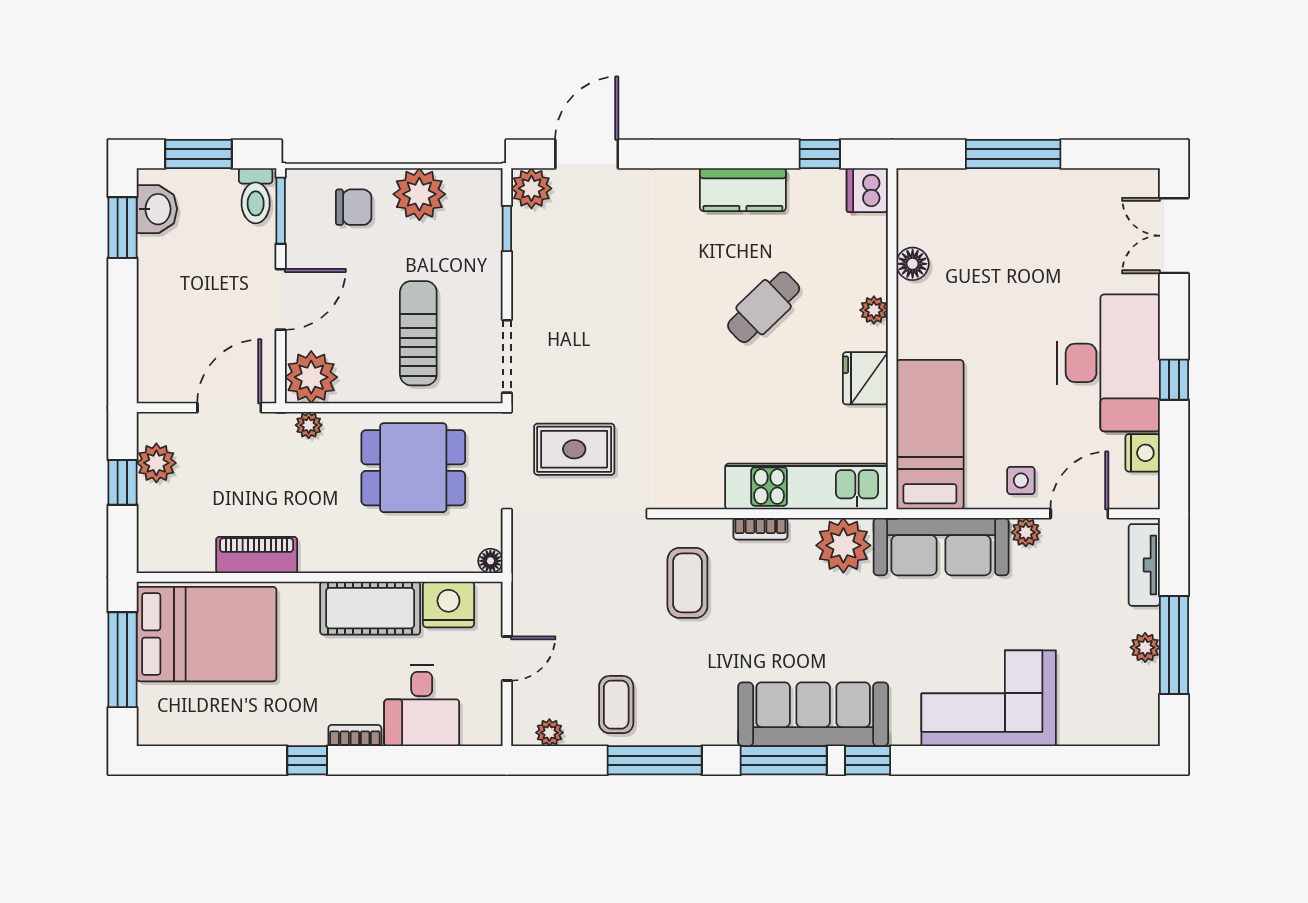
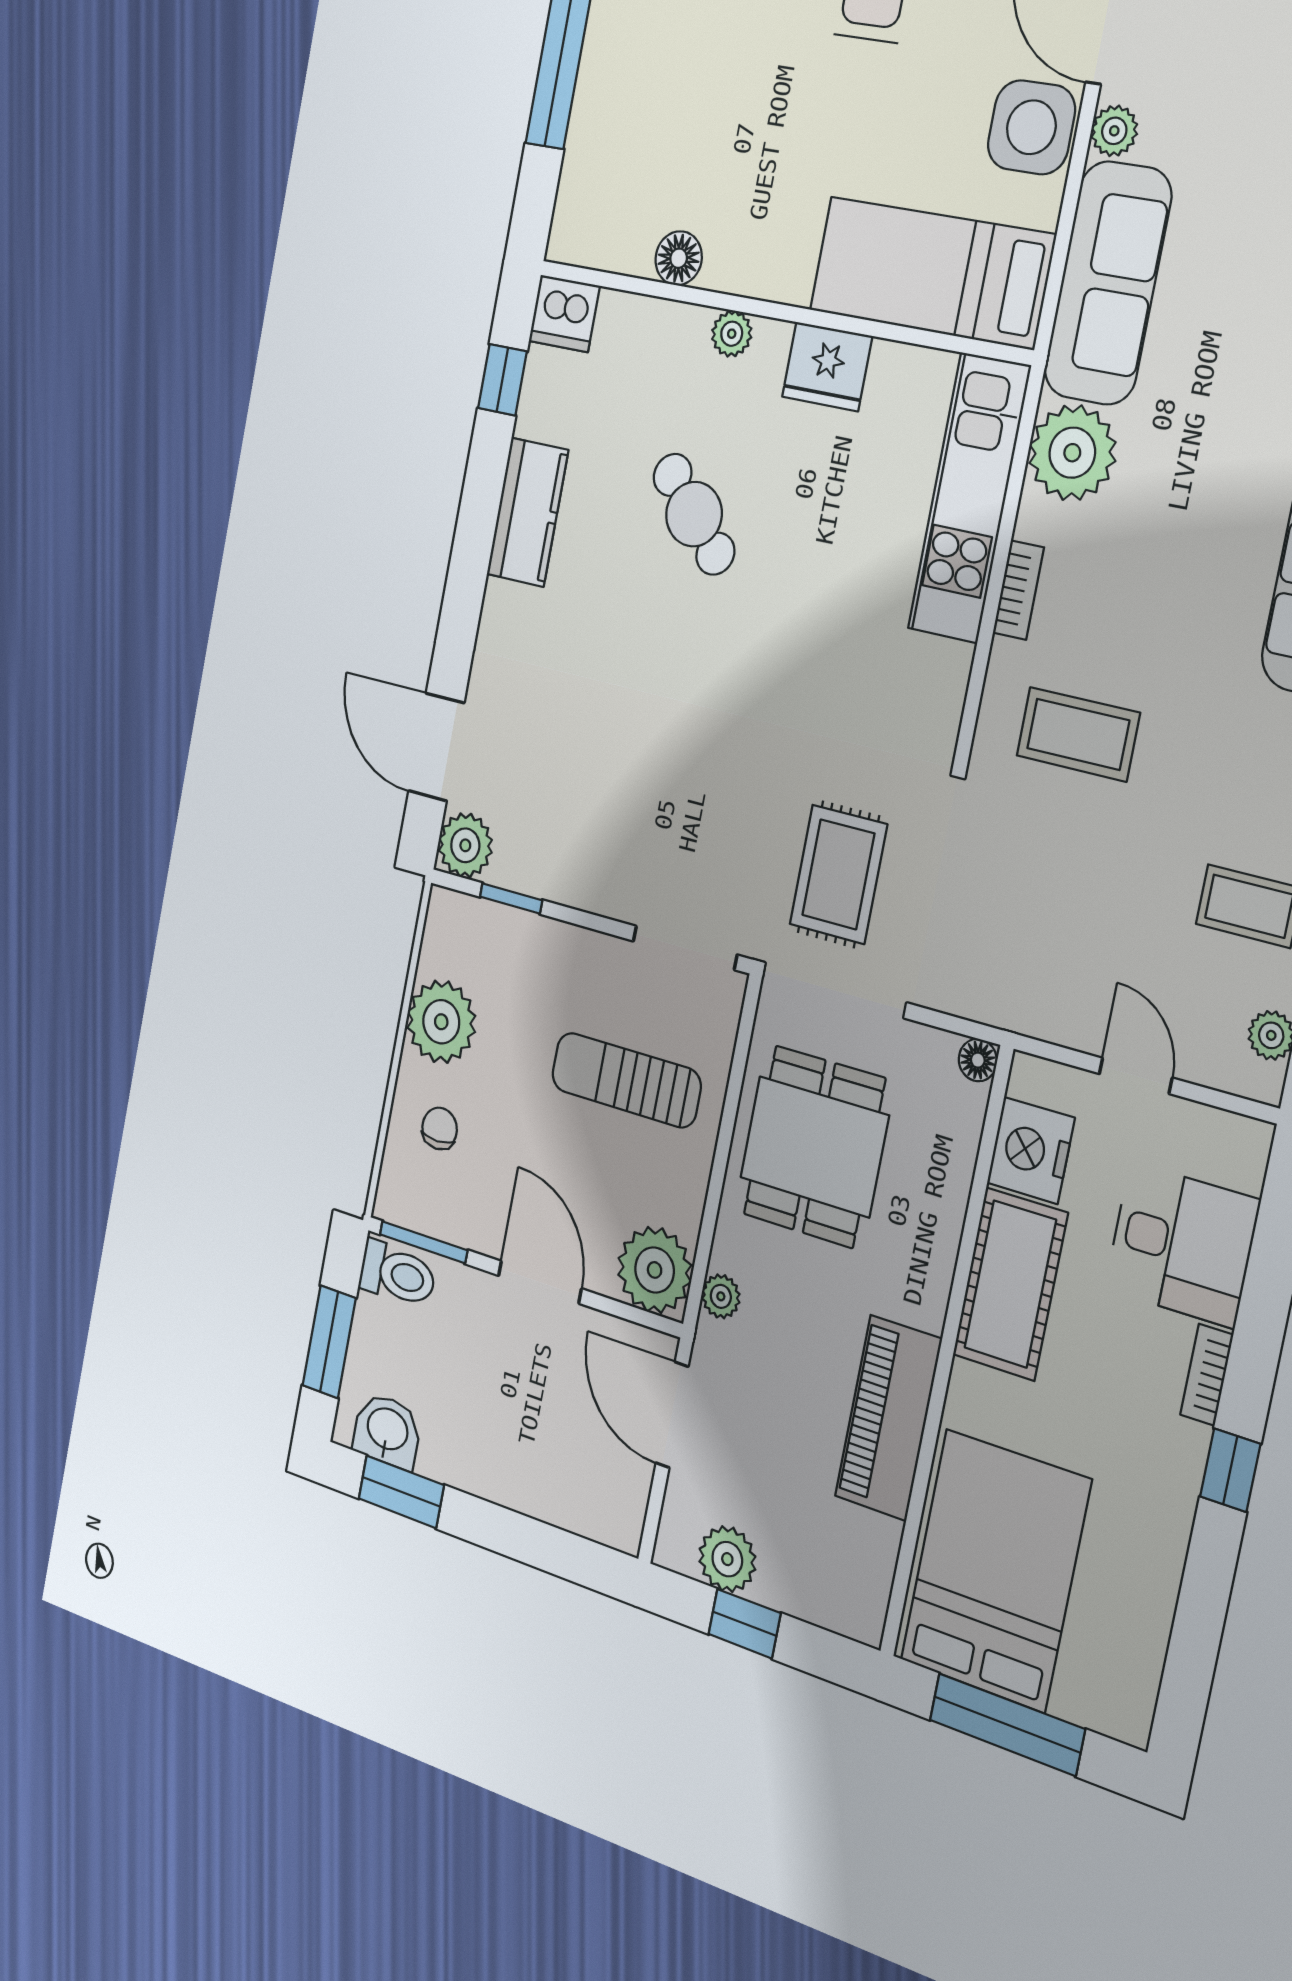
chair: (354, 207) -> (440, 1128), width x0.73, depth x0.73
side table: (1021, 481) -> (1031, 127), width x1.87, depth x1.87
piano: (257, 555) -> (888, 1418), width x1.37, depth x1.33

